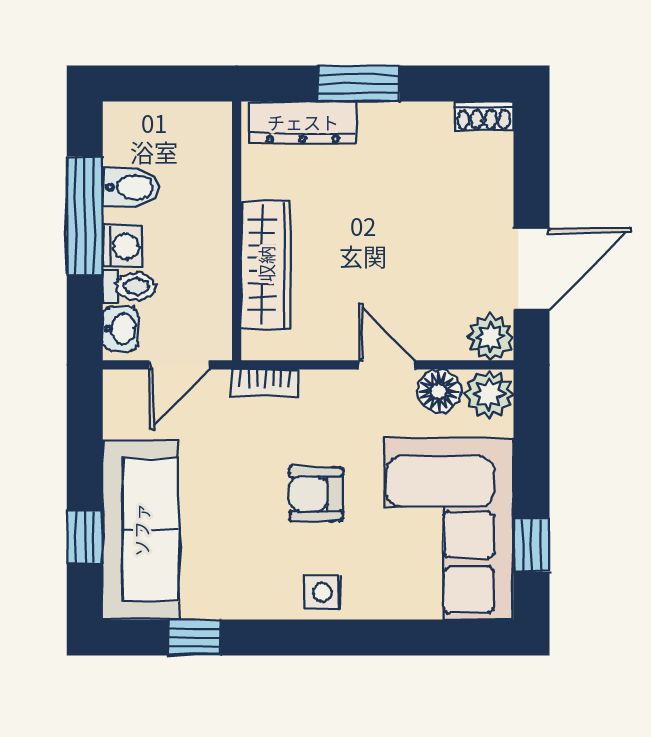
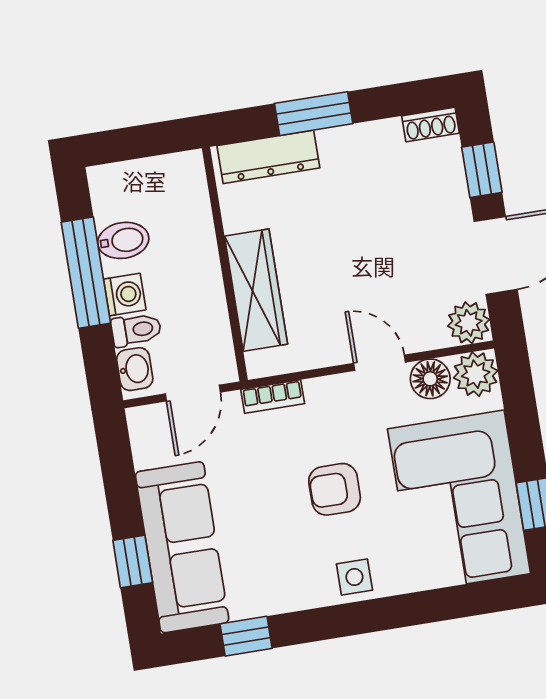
window: (531, 174) -> (482, 170), added

